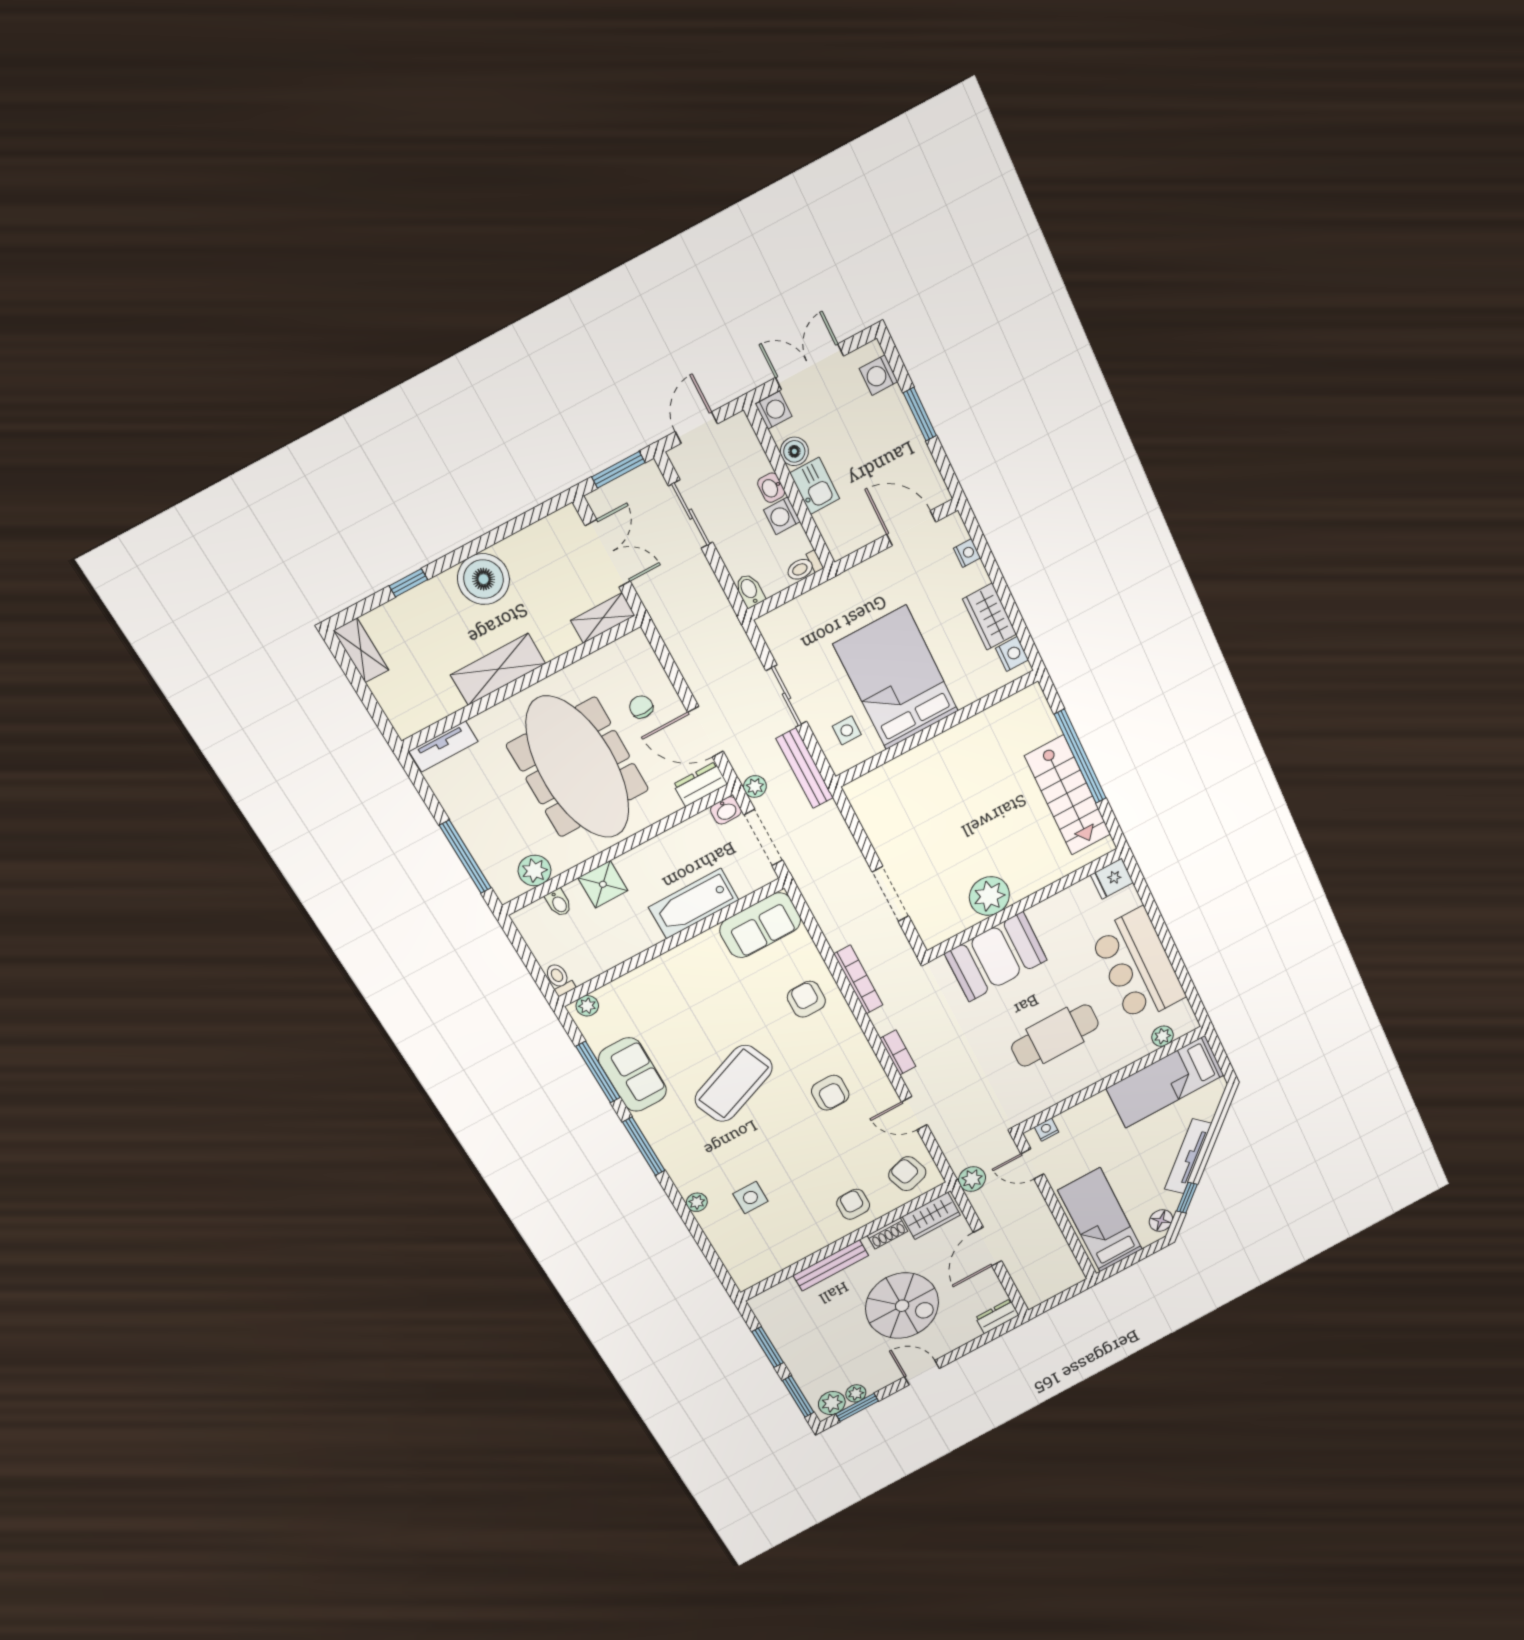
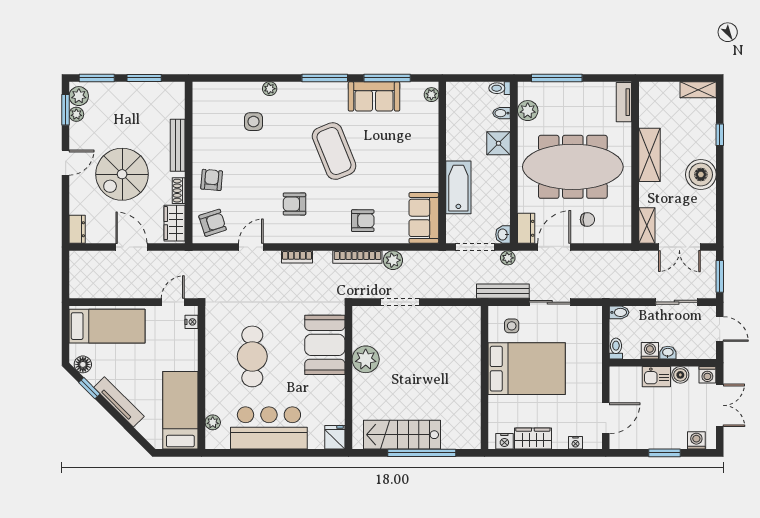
toilet: (559, 979) -> (500, 88), moved, turned 180
plant: (972, 1179) -> (393, 260), moved
armchair: (853, 1204) -> (212, 180), turned -85

